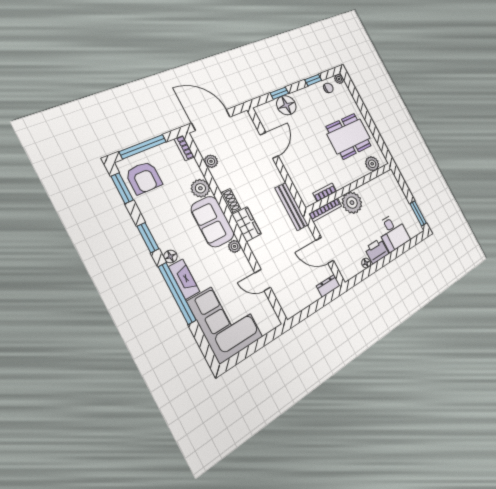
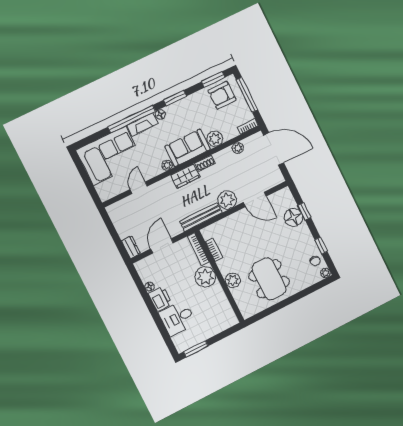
door: (211, 120) -> (274, 149), hinge flipped
plant: (372, 164) -> (233, 280), moved
plant: (272, 176) -> (227, 200), added

